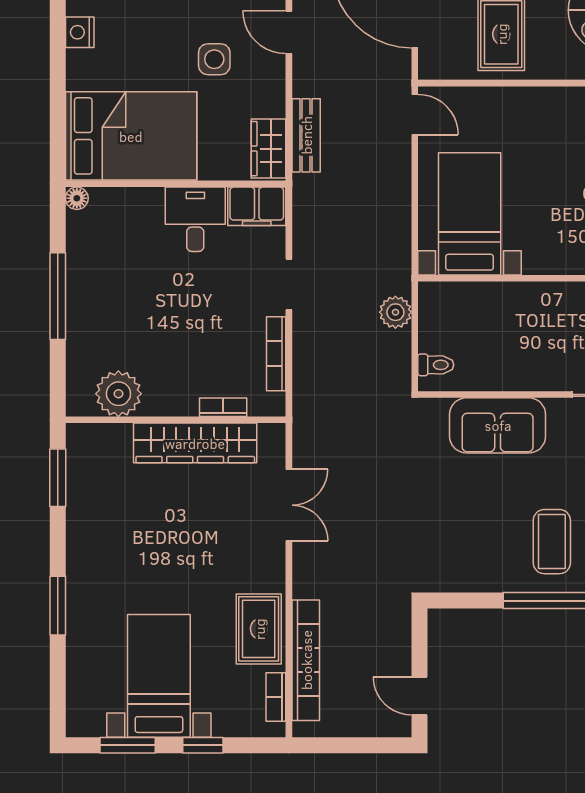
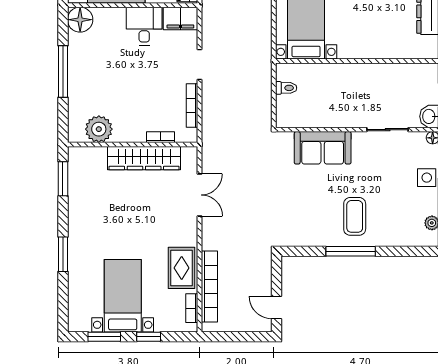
floor lamp: (77, 198) -> (80, 20), width x1.89, depth x1.89
plant: (395, 312) -> (262, 81), removed
toilet: (436, 365) -> (286, 88), moved

